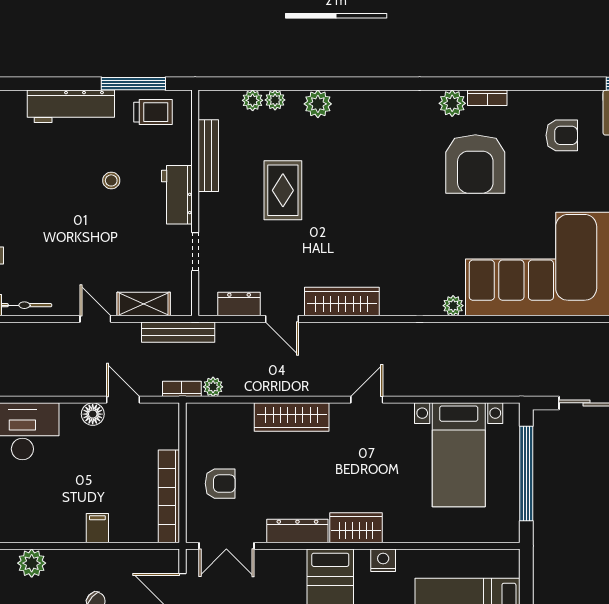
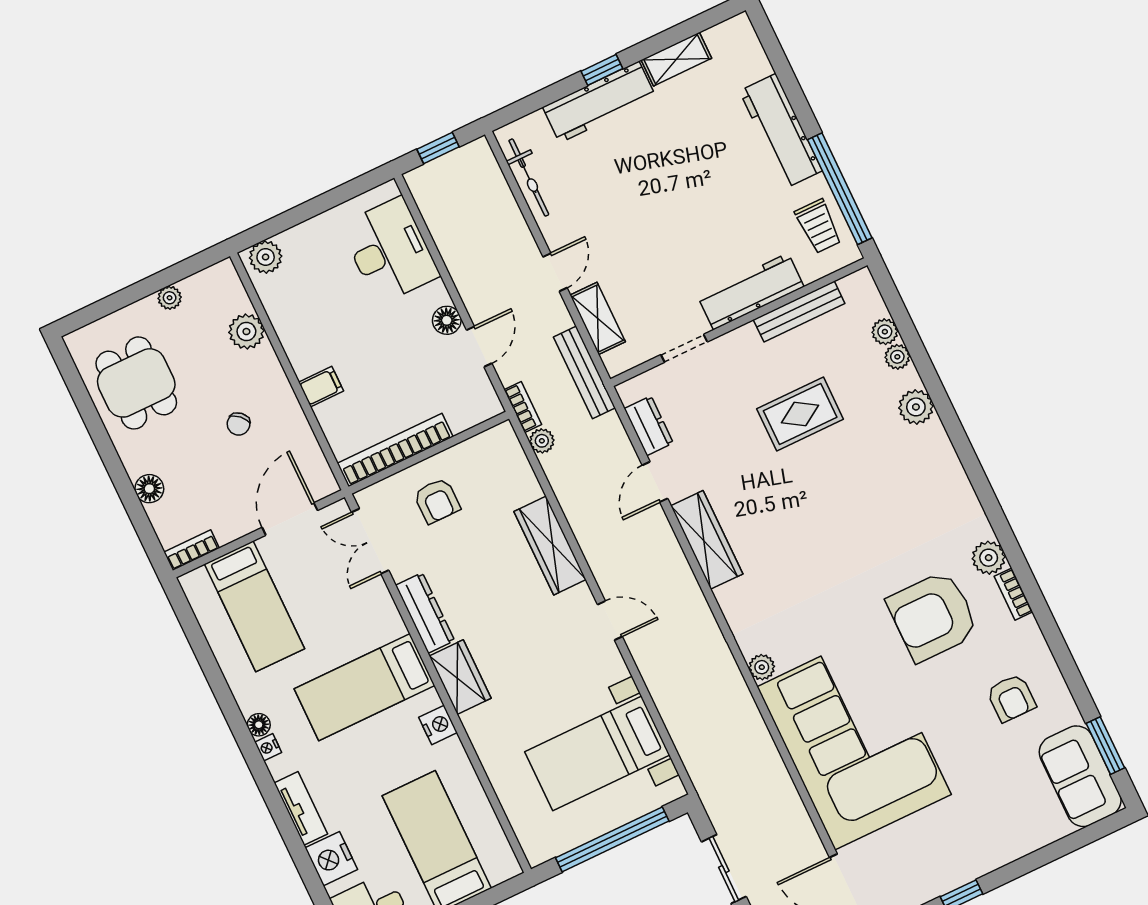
window: (133, 84) -> (840, 189), width x1.46
stool: (111, 180) -> (719, 216), removed
workbench: (177, 195) -> (751, 291), width x1.38

